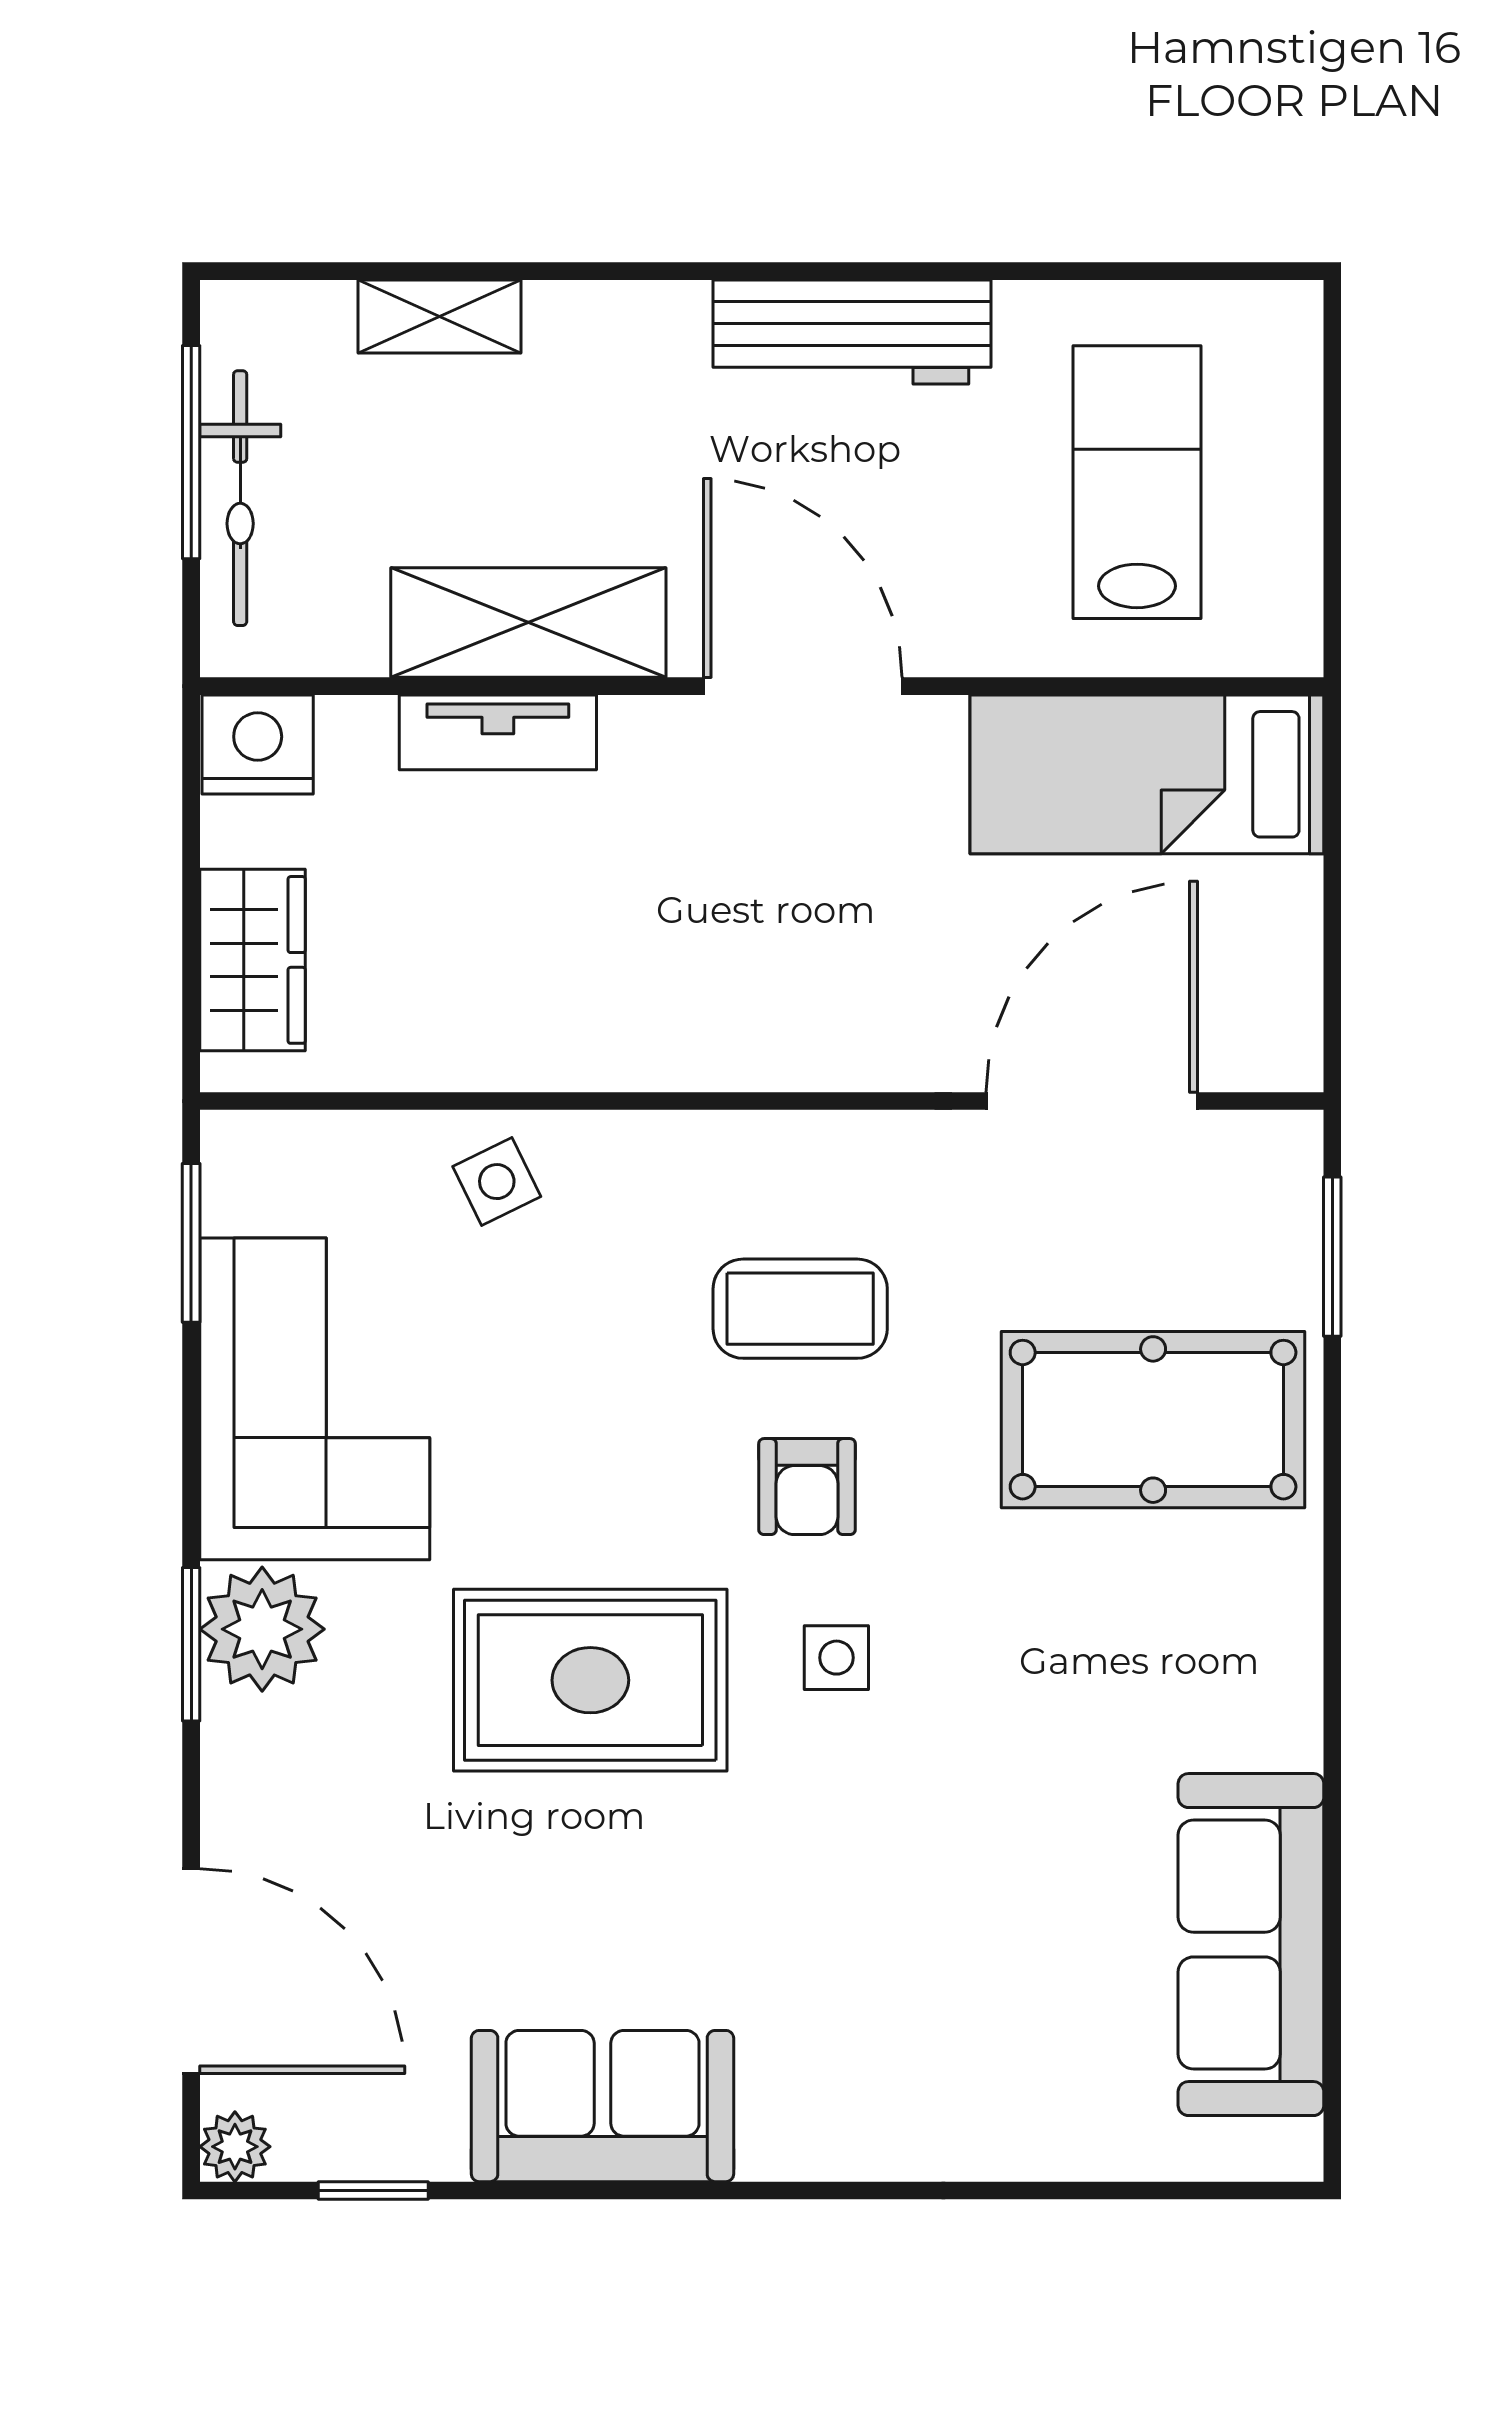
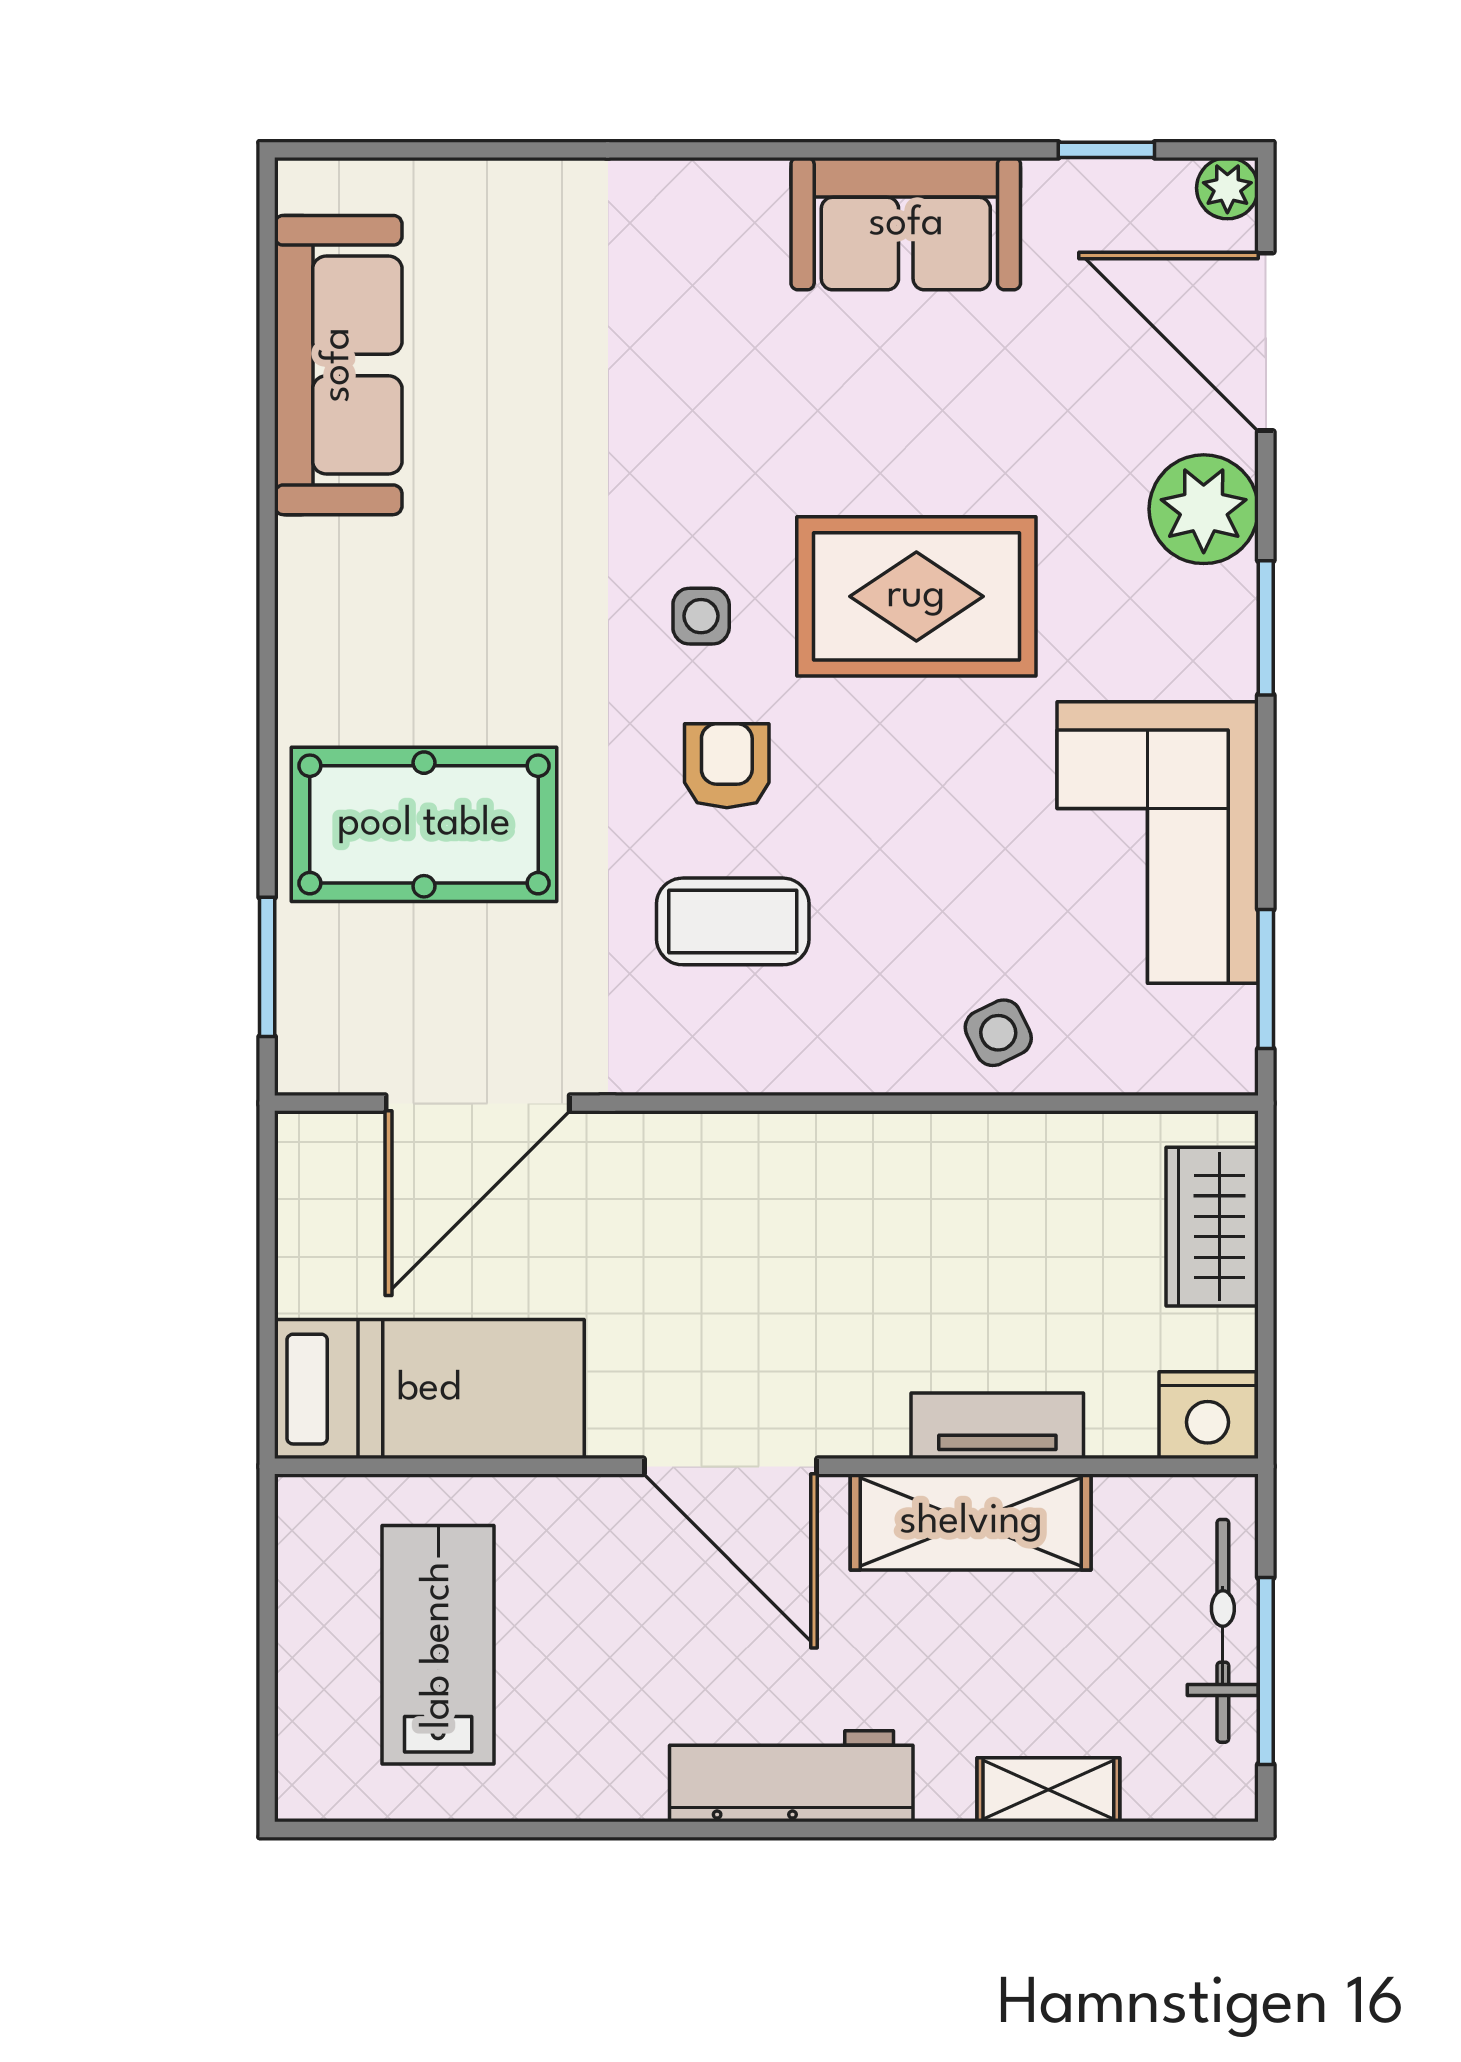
workbench: (852, 332) -> (791, 1776), moved
lab bench: (1137, 482) -> (438, 1645), turned 180
plant: (262, 1629) -> (1204, 509), moved

